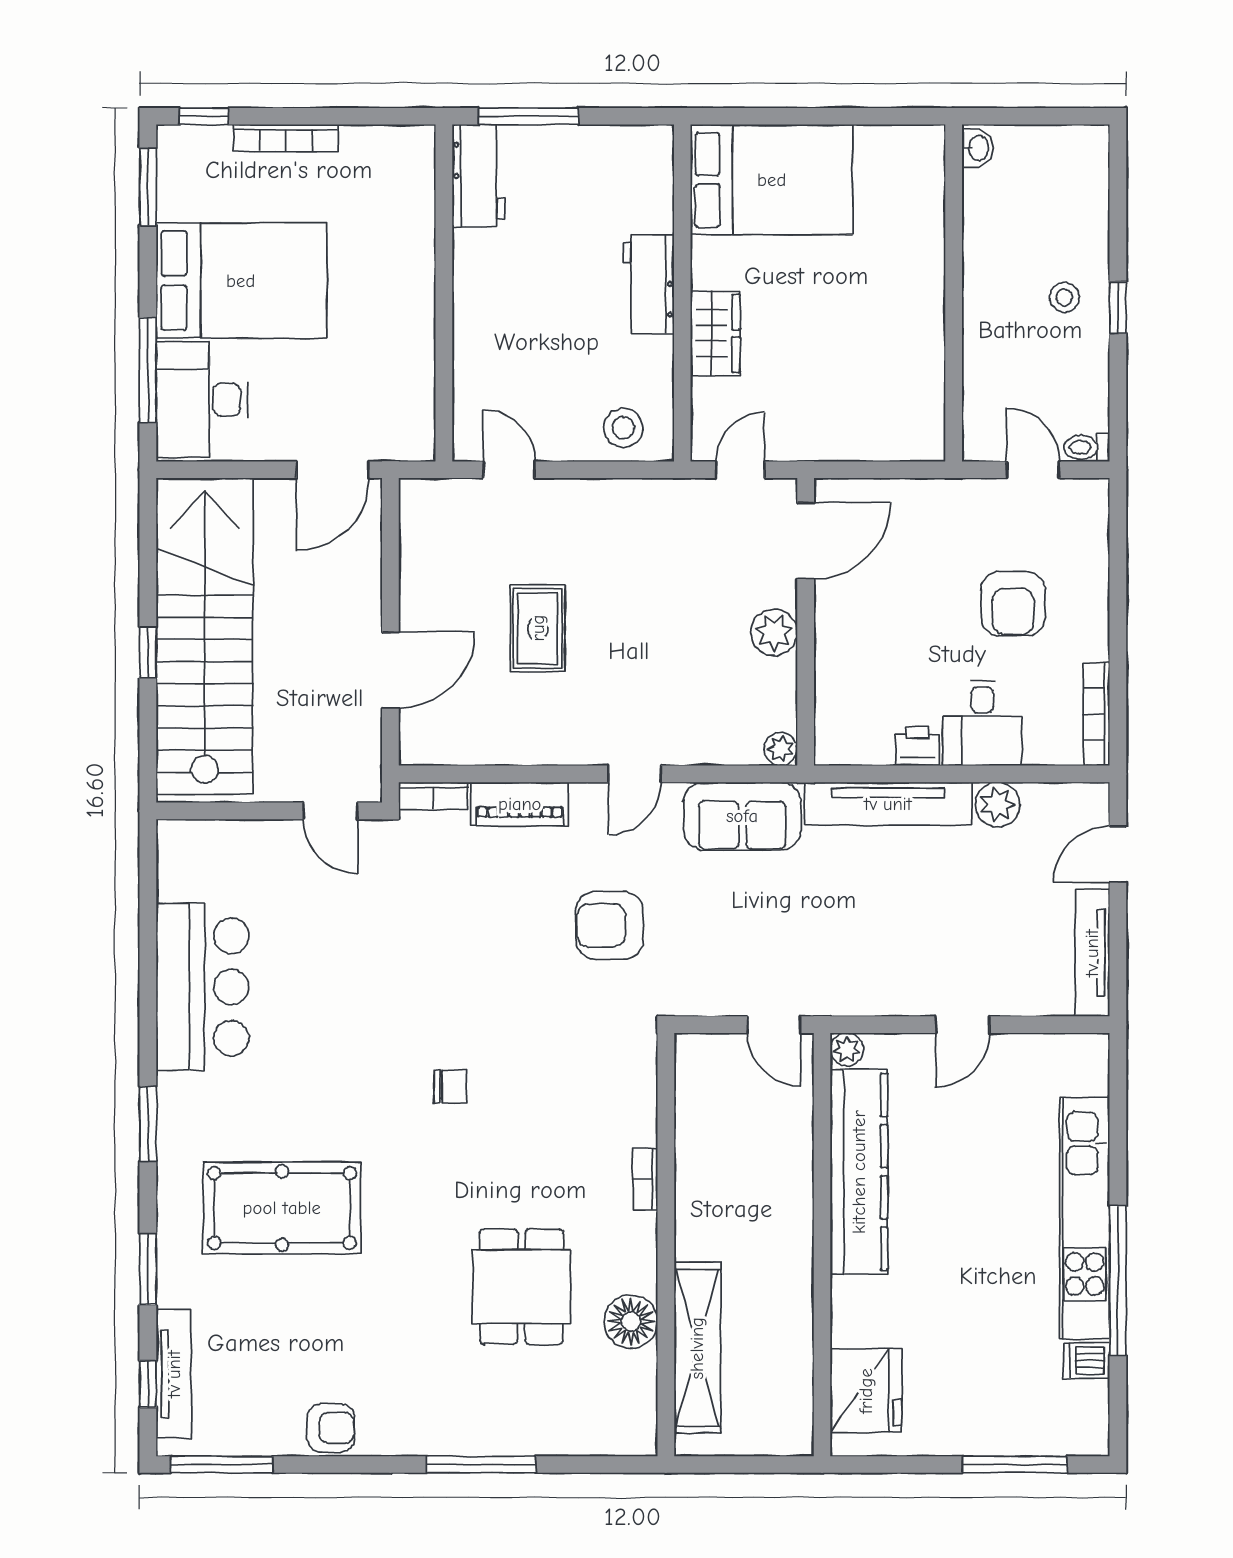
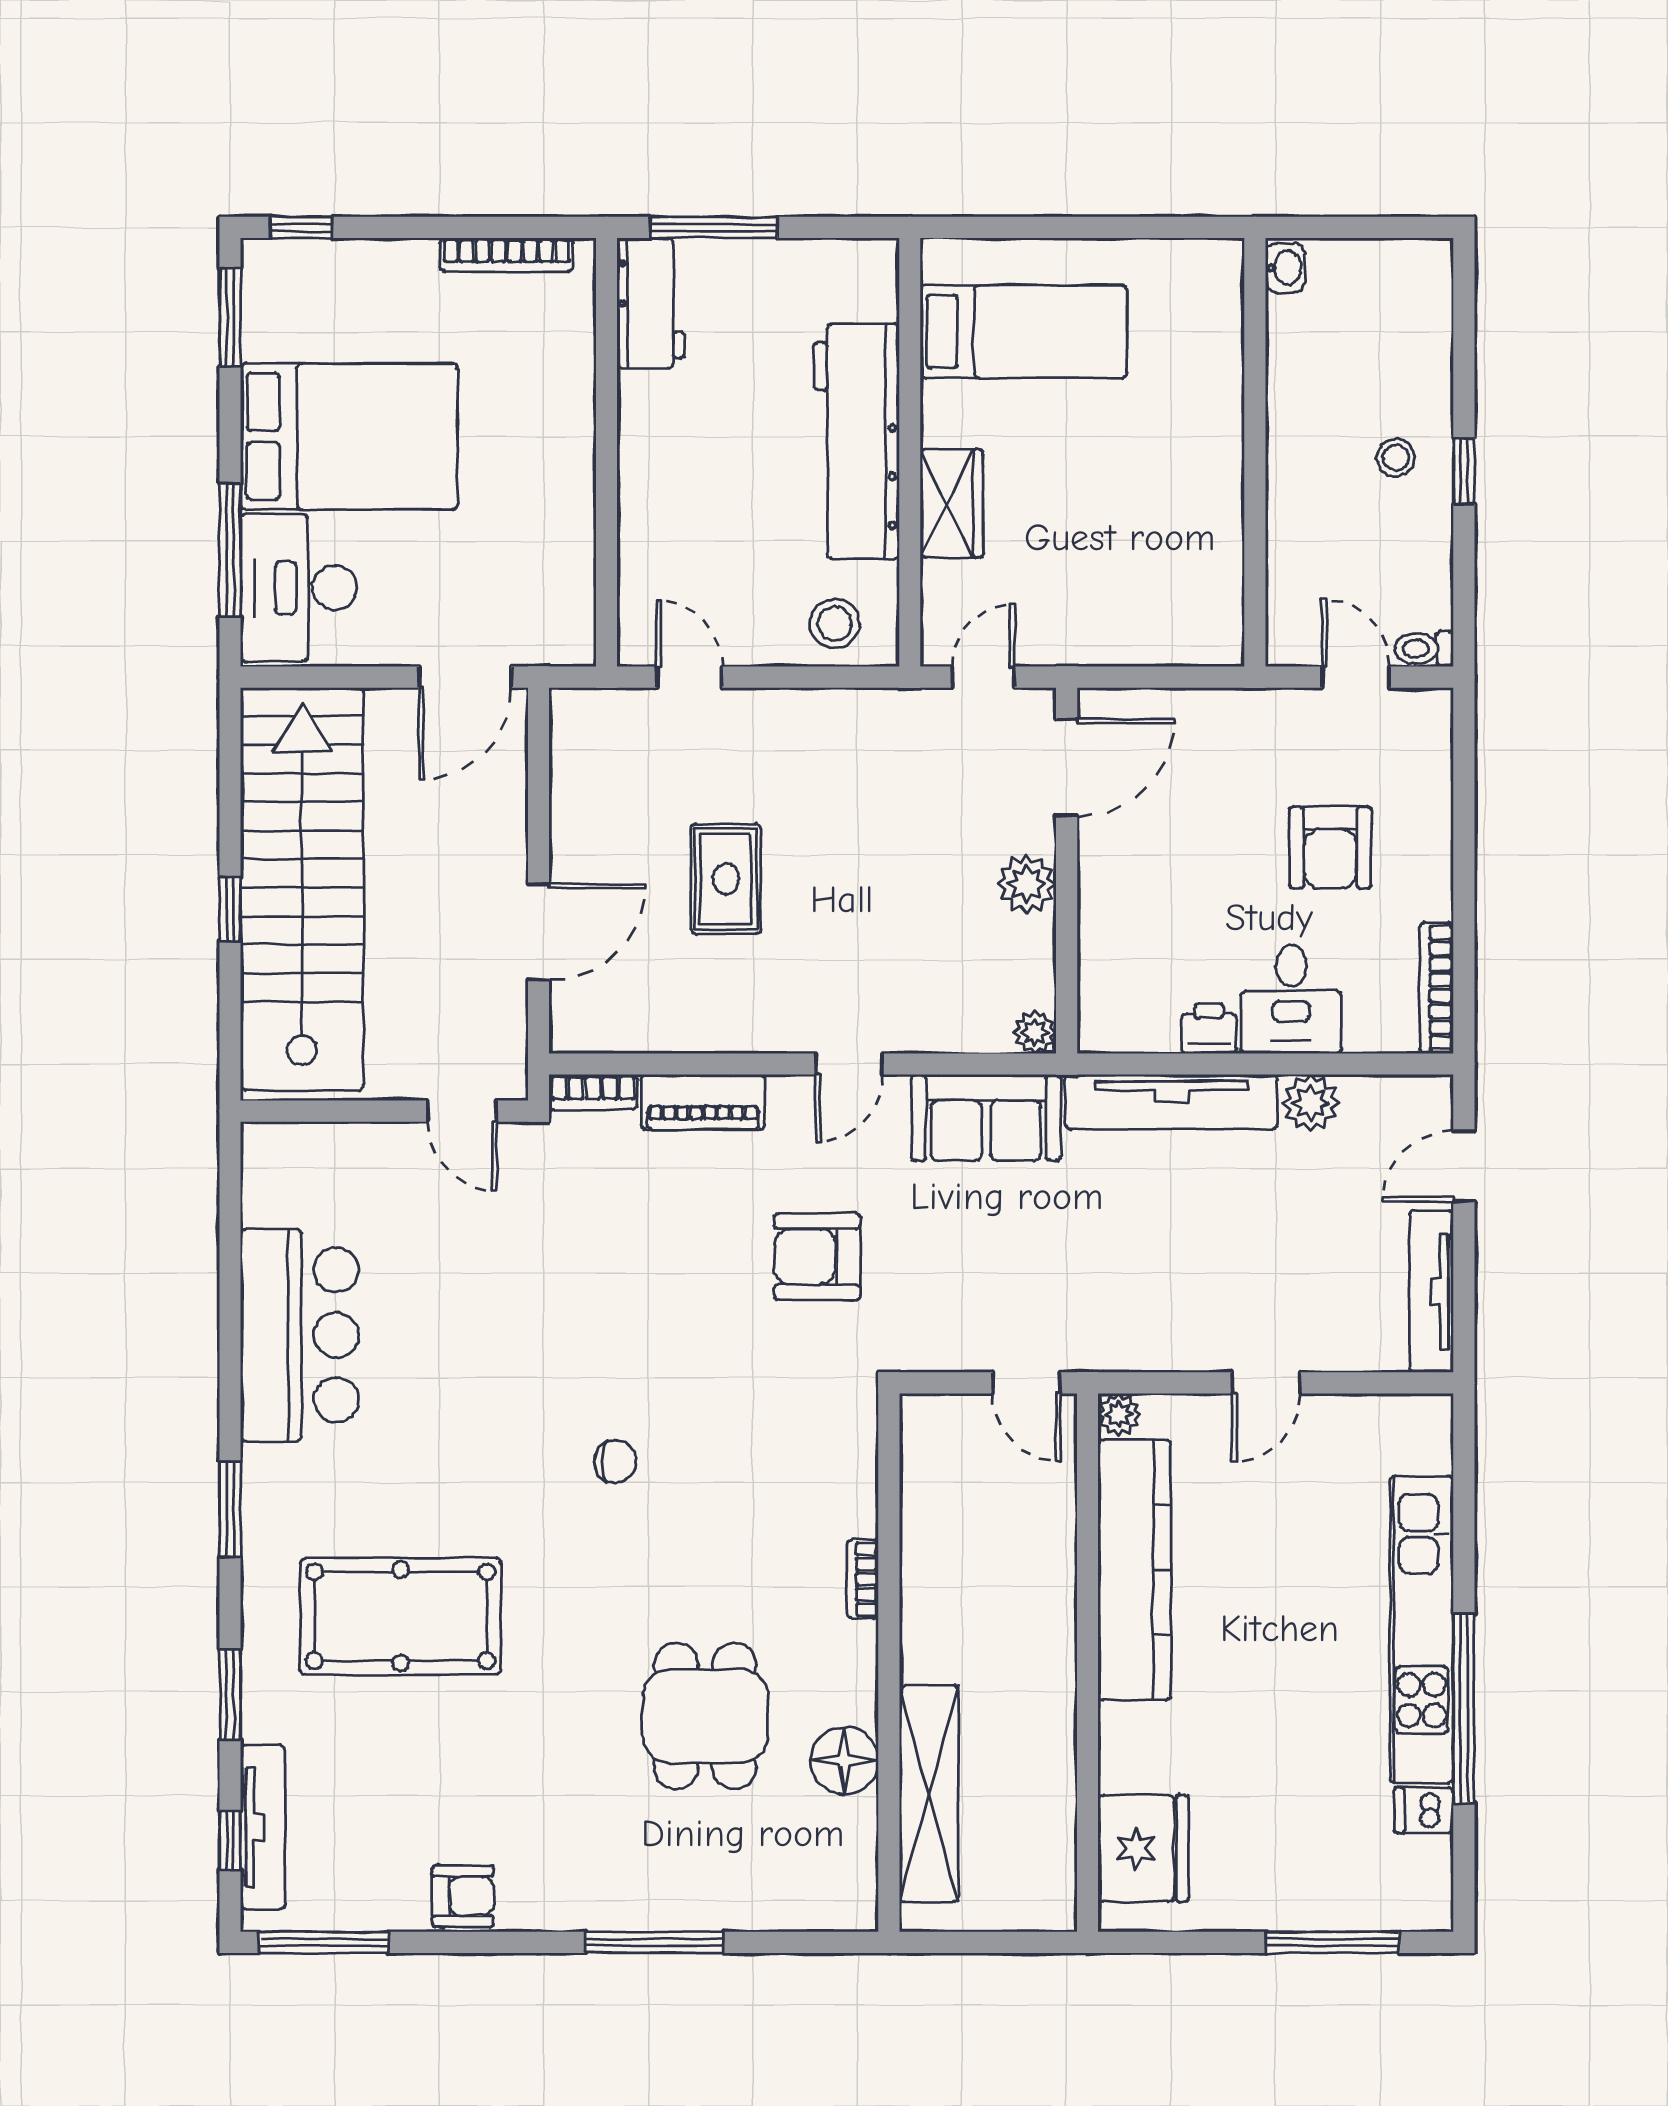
bookcase: (286, 138) -> (506, 255), moved
bed: (772, 180) -> (1023, 332), width x0.67
workbench: (649, 284) -> (856, 441), width x1.88, depth x1.32

